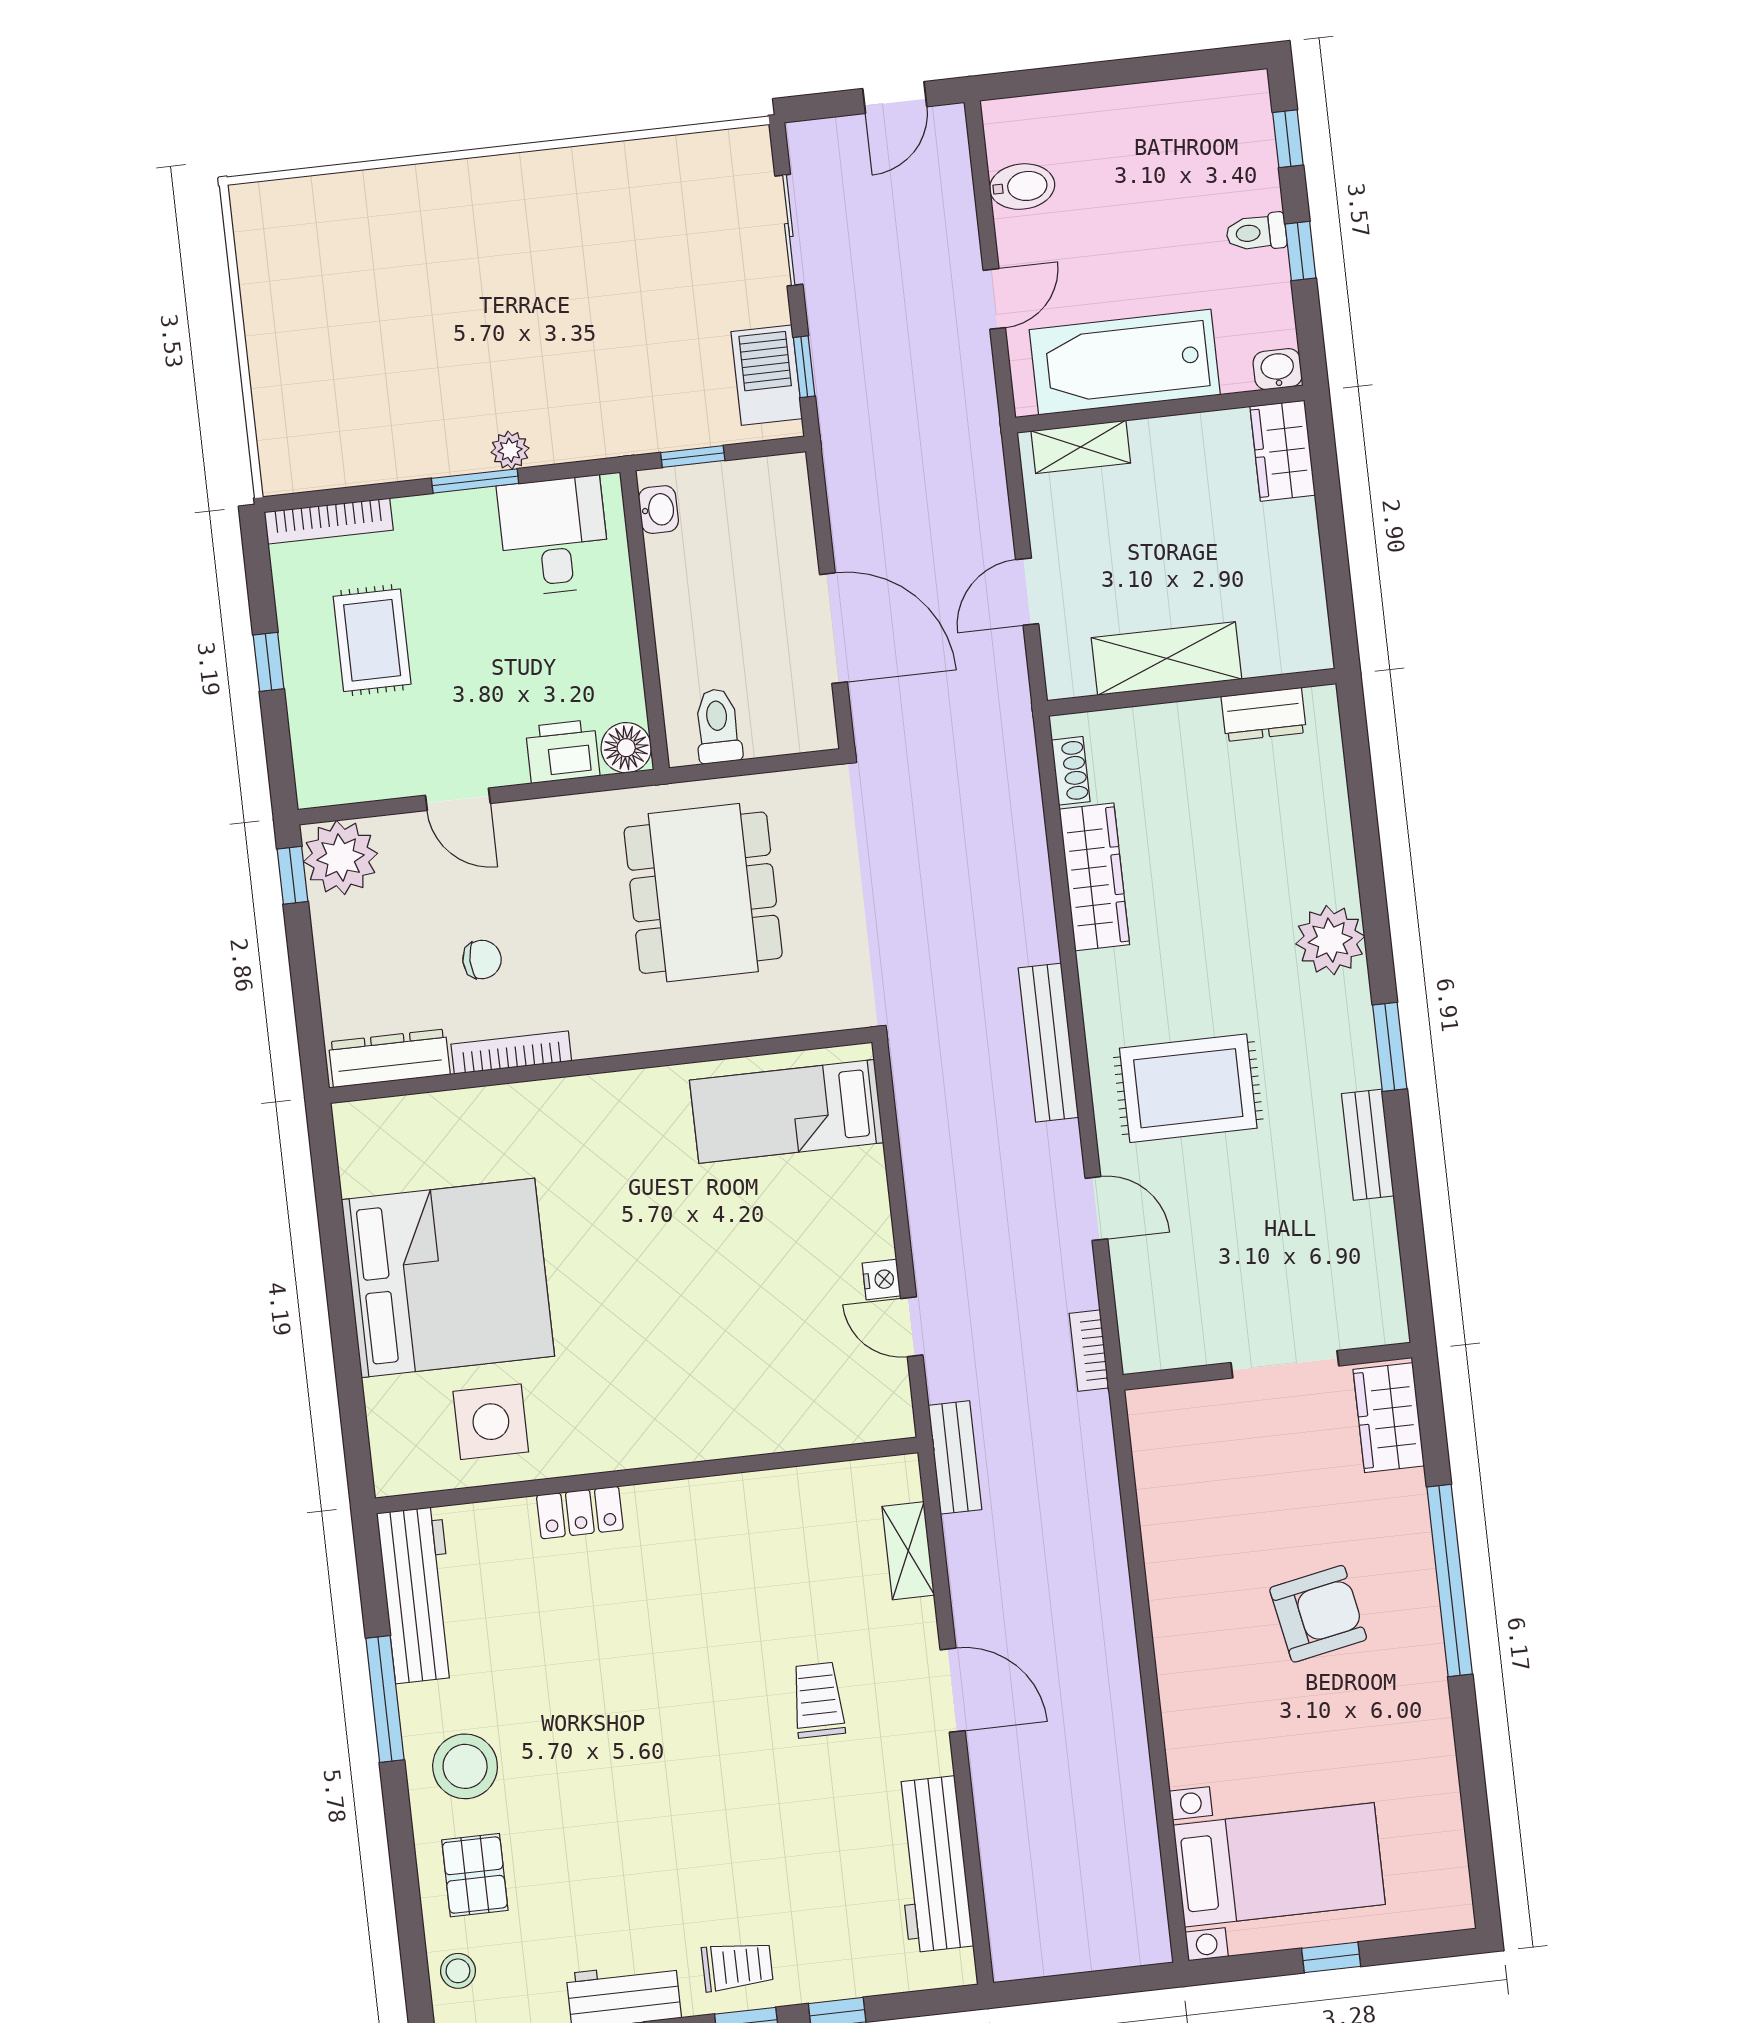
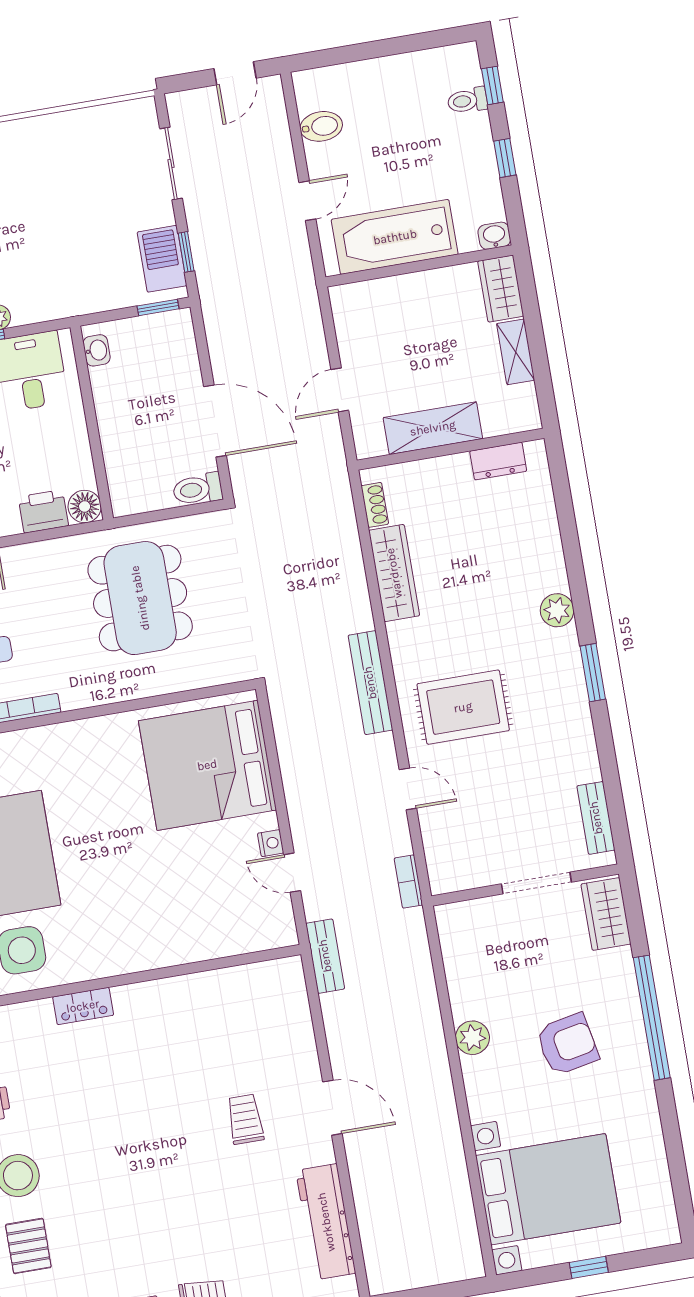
toilet: (1256, 232) -> (467, 101), moved
shelving: (1081, 447) -> (516, 352), moved, turned 90
window: (693, 456) -> (158, 307), moved
toilet: (718, 726) -> (198, 489), moved, turned -90
plant: (1330, 940) -> (557, 610), width x0.73, depth x0.73
bed: (787, 1111) -> (207, 765), width x2.04
bench: (1368, 1145) -> (596, 818), moved
shelving: (908, 1551) -> (298, 1019), removed
plant: (1173, 1595) -> (472, 1038), added
bed with nightstands: (1279, 1865) -> (548, 1189), width x1.36

